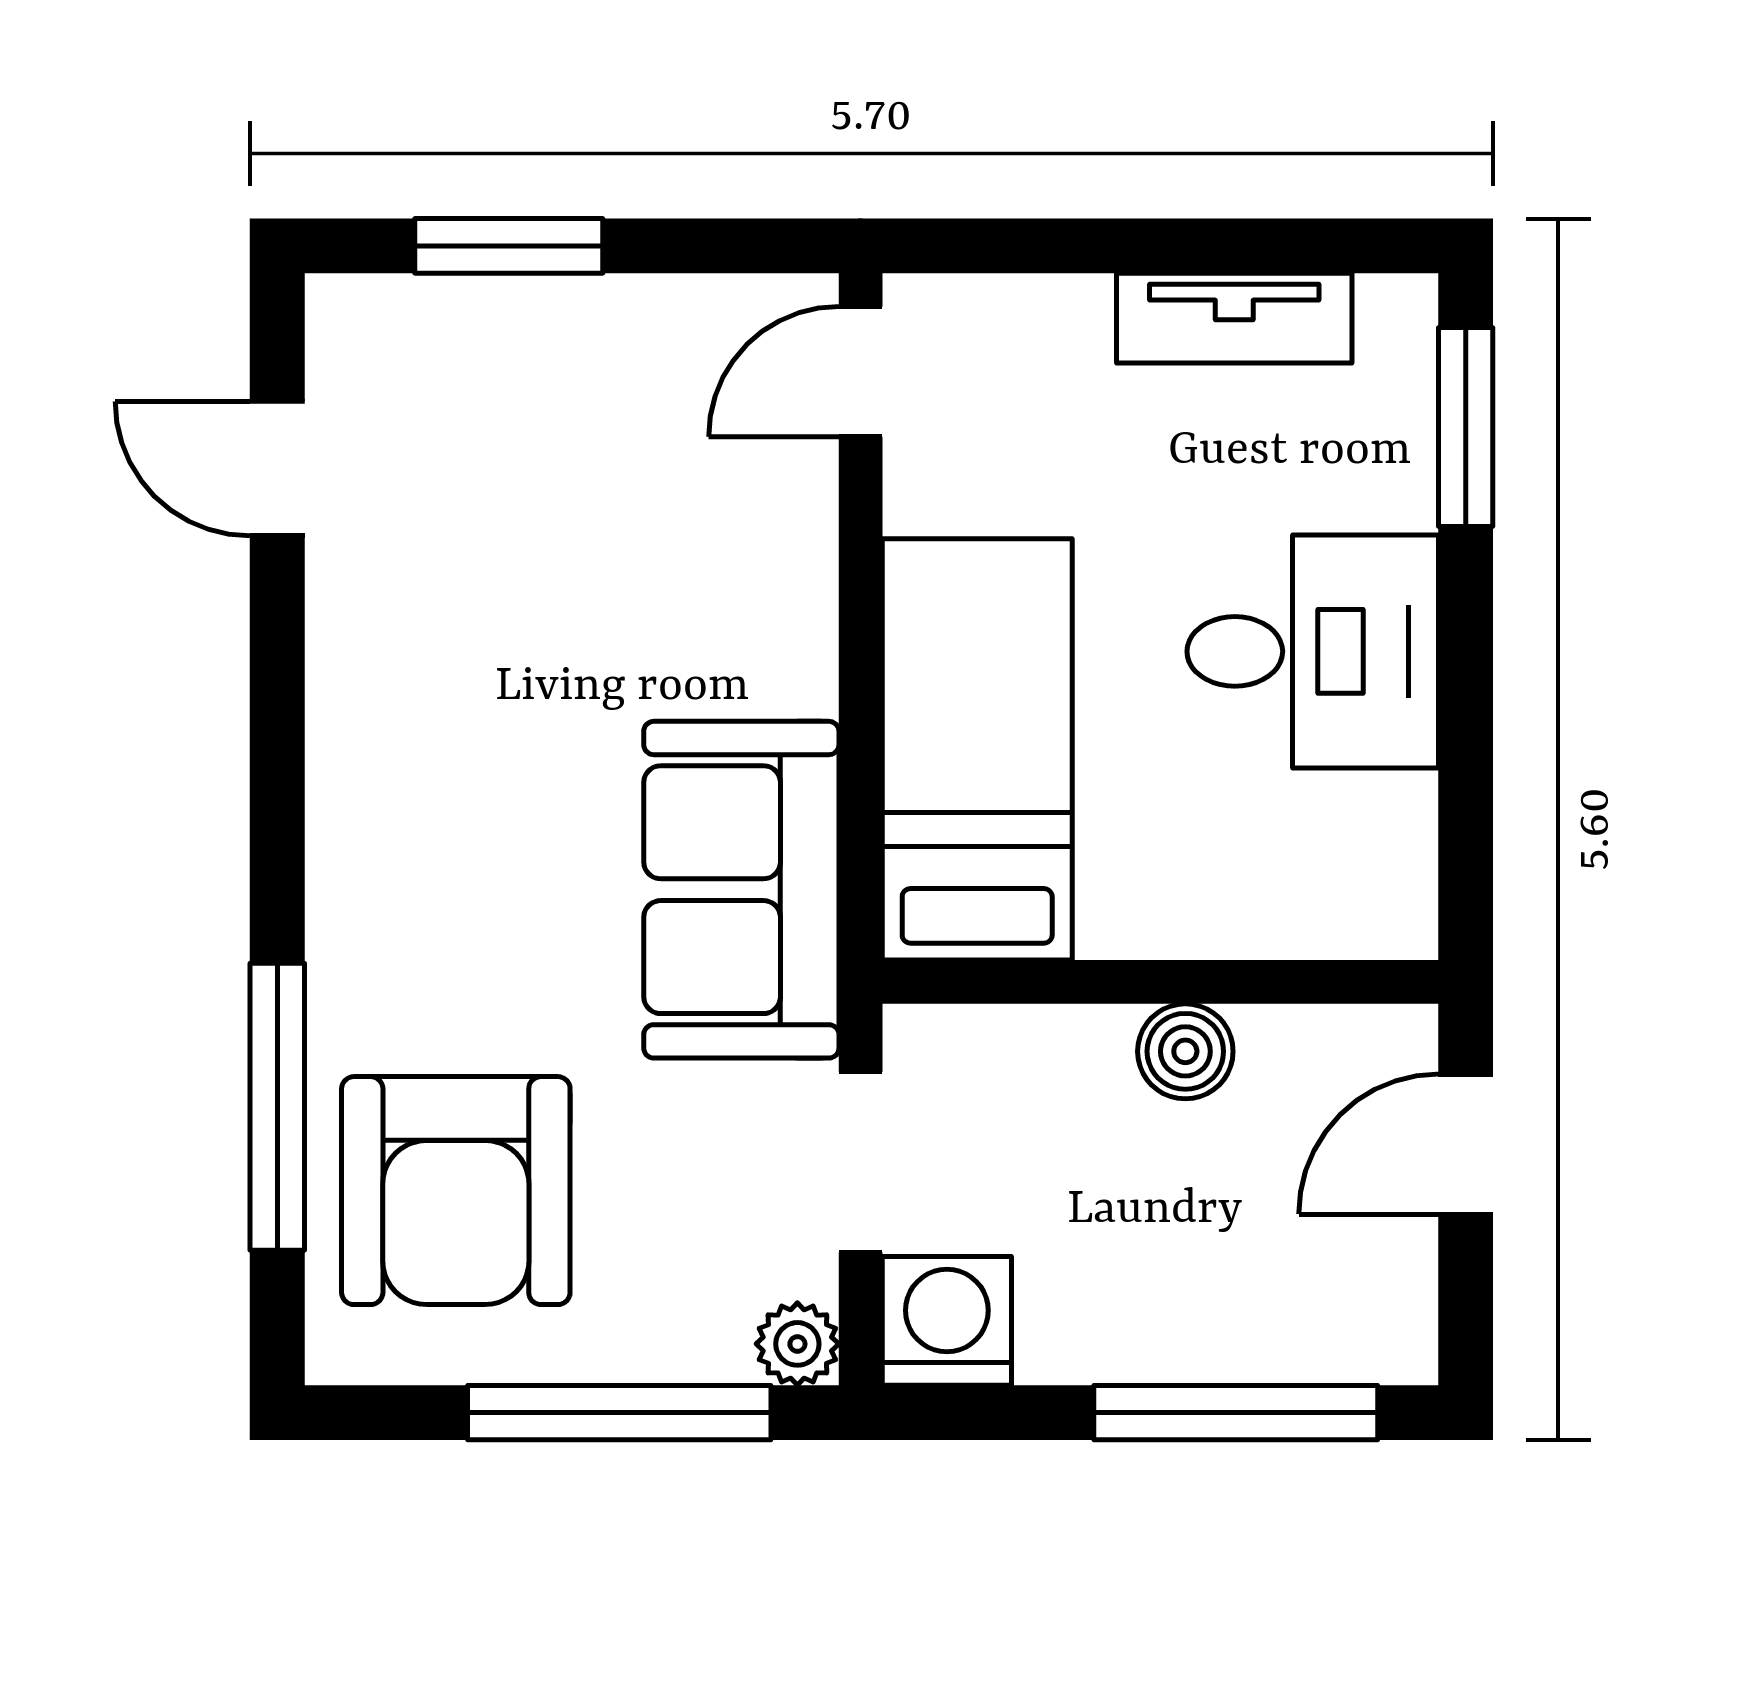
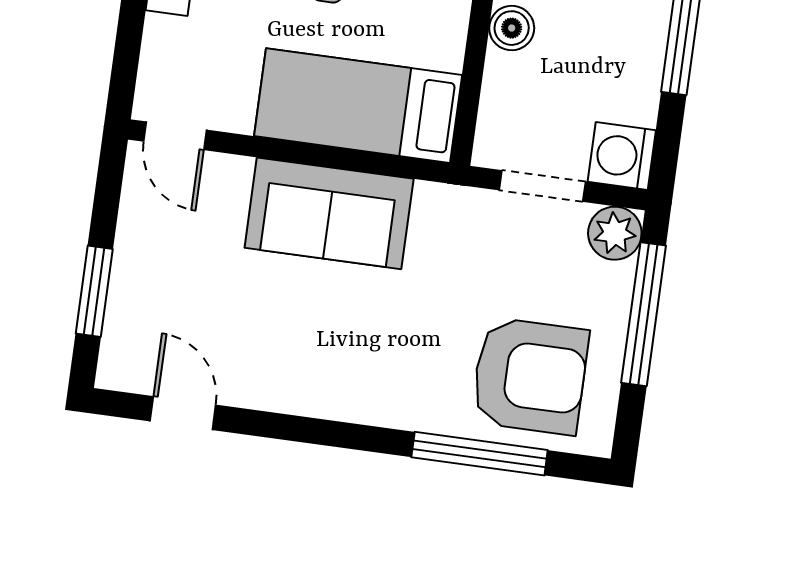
door: (277, 469) -> (183, 413), swing flipped
sofa: (741, 890) -> (329, 213), moved
plant: (797, 1344) -> (615, 233), width x1.38, depth x1.38

